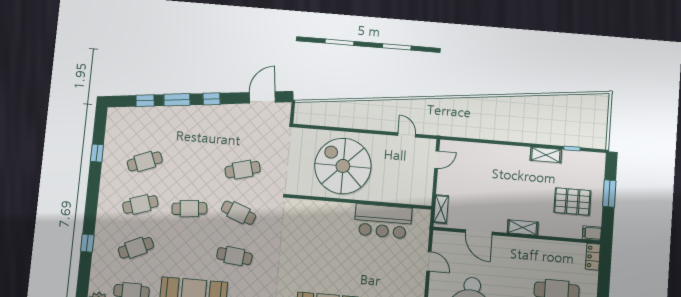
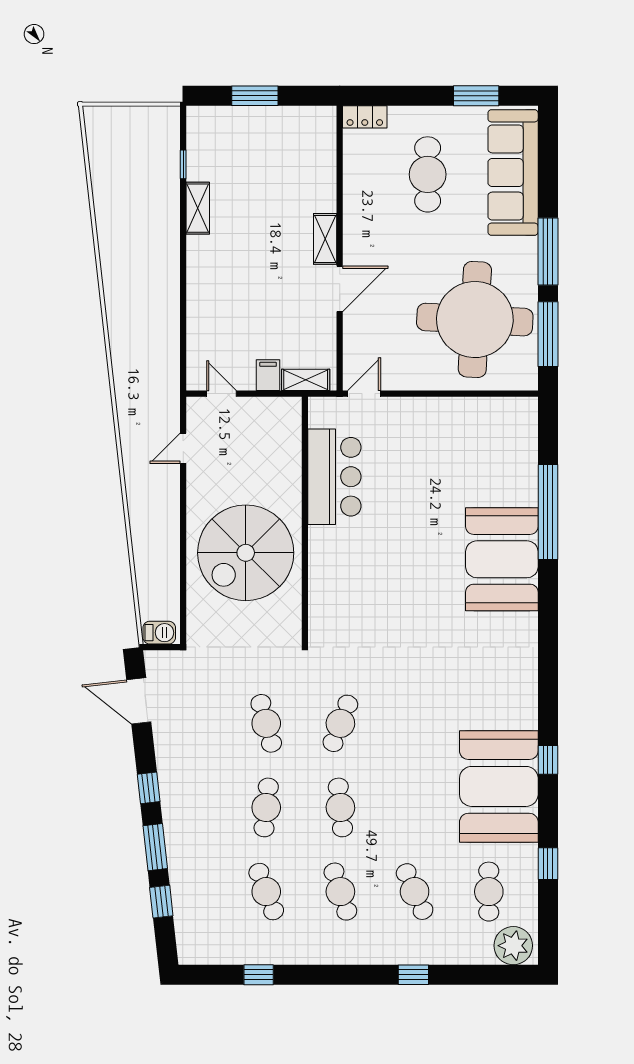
barbecue: (301, 112) -> (159, 633), added
pallet: (572, 201) -> (274, 158), removed
door: (479, 232) -> (340, 289), moved
filing cabinet: (592, 233) -> (268, 375), moved, turned 180
cafe table: (234, 256) -> (266, 807), moved
door: (429, 261) -> (364, 394), moved

